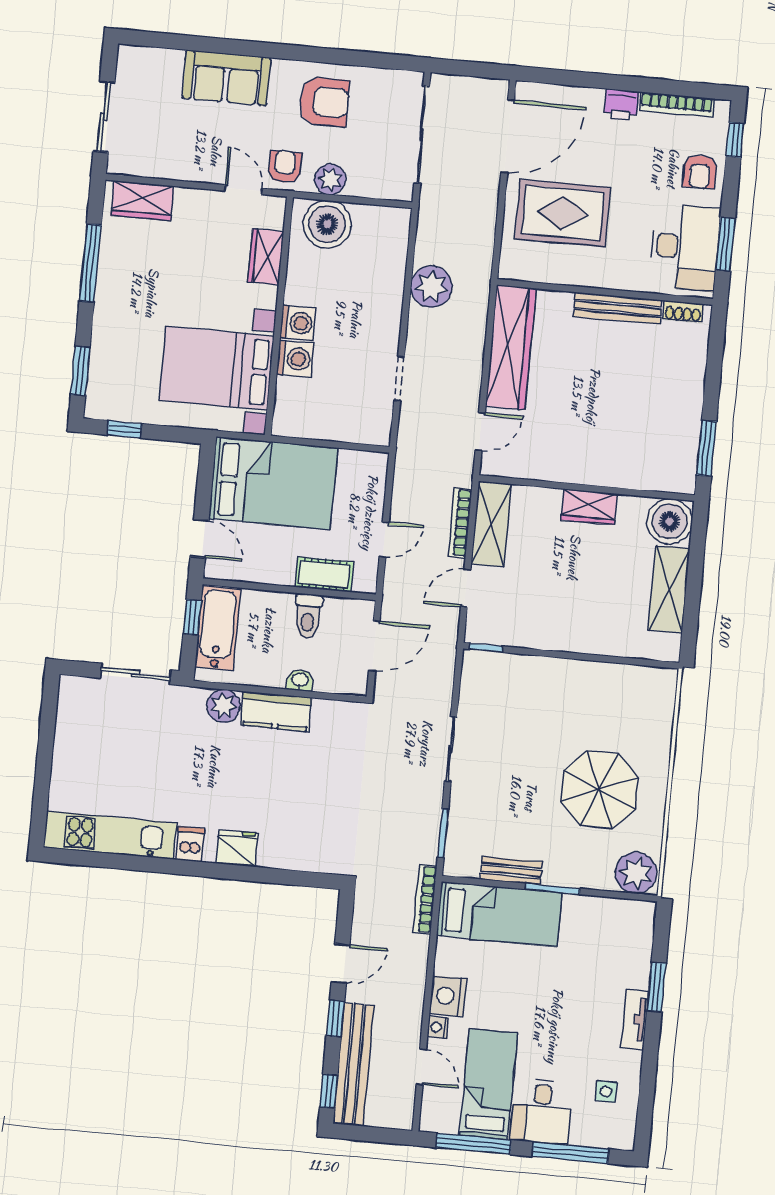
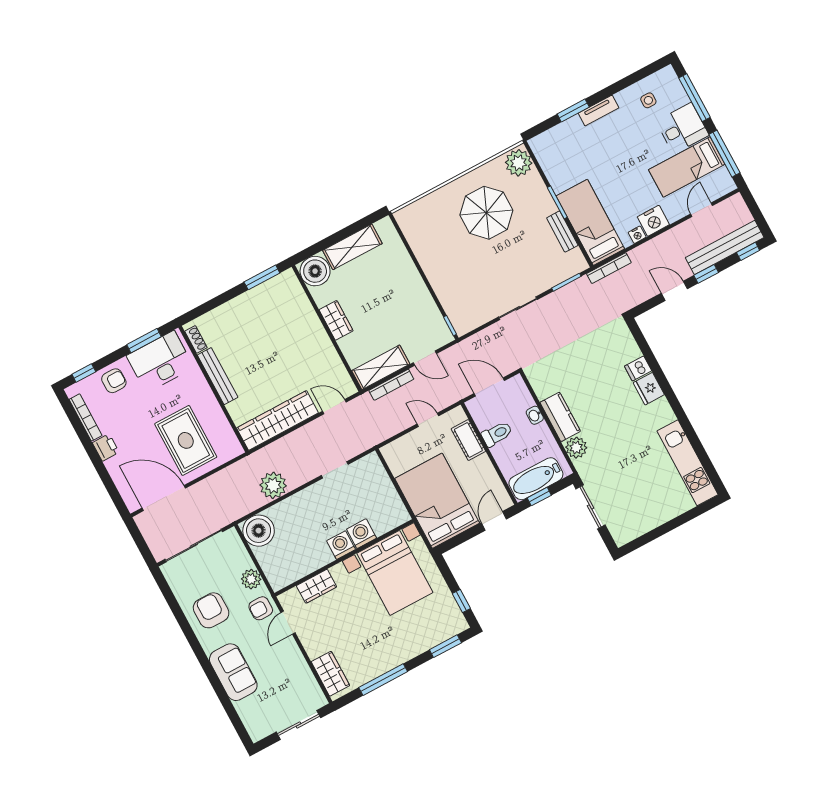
boiler: (327, 224) -> (259, 531), moved
dishwasher: (190, 844) -> (638, 368), moved
nightstand: (438, 1027) -> (637, 235), moved

